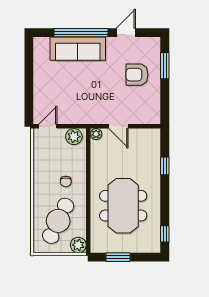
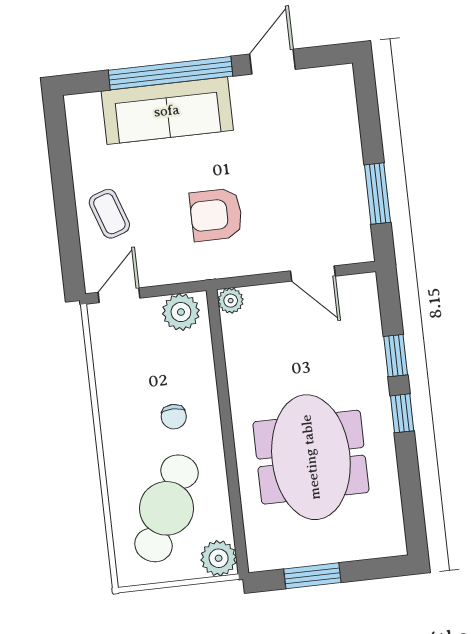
window: (165, 66) -> (377, 194), moved
armchair: (137, 75) -> (216, 215), moved
coffee table: (48, 91) -> (109, 214), added
door: (118, 126) -> (313, 273), moved
window: (165, 234) -> (402, 413), moved

